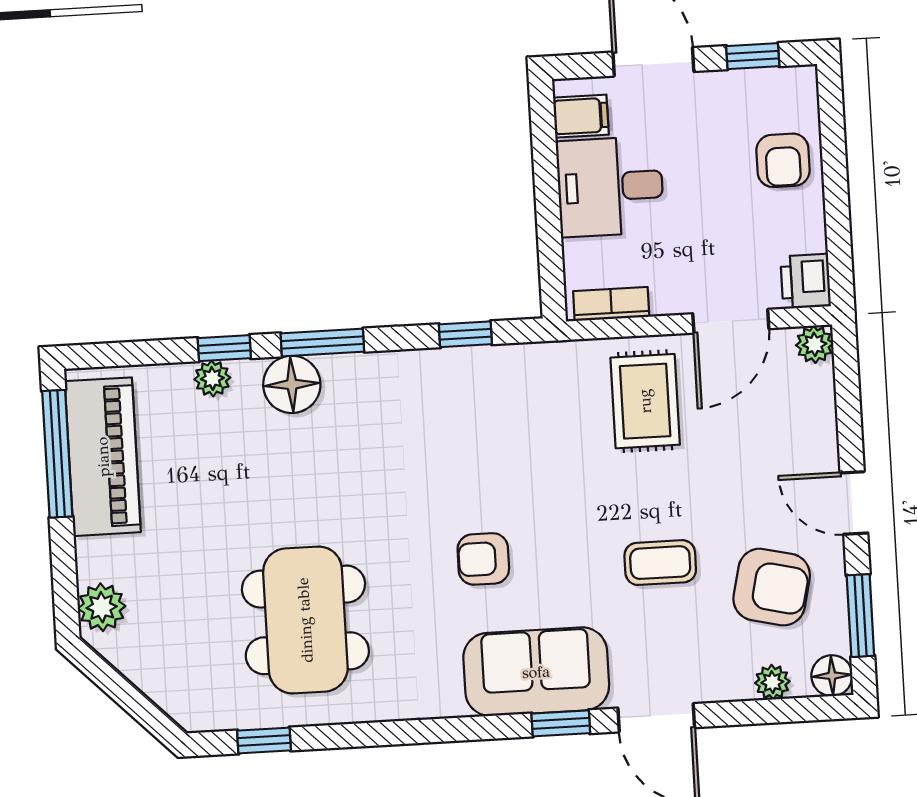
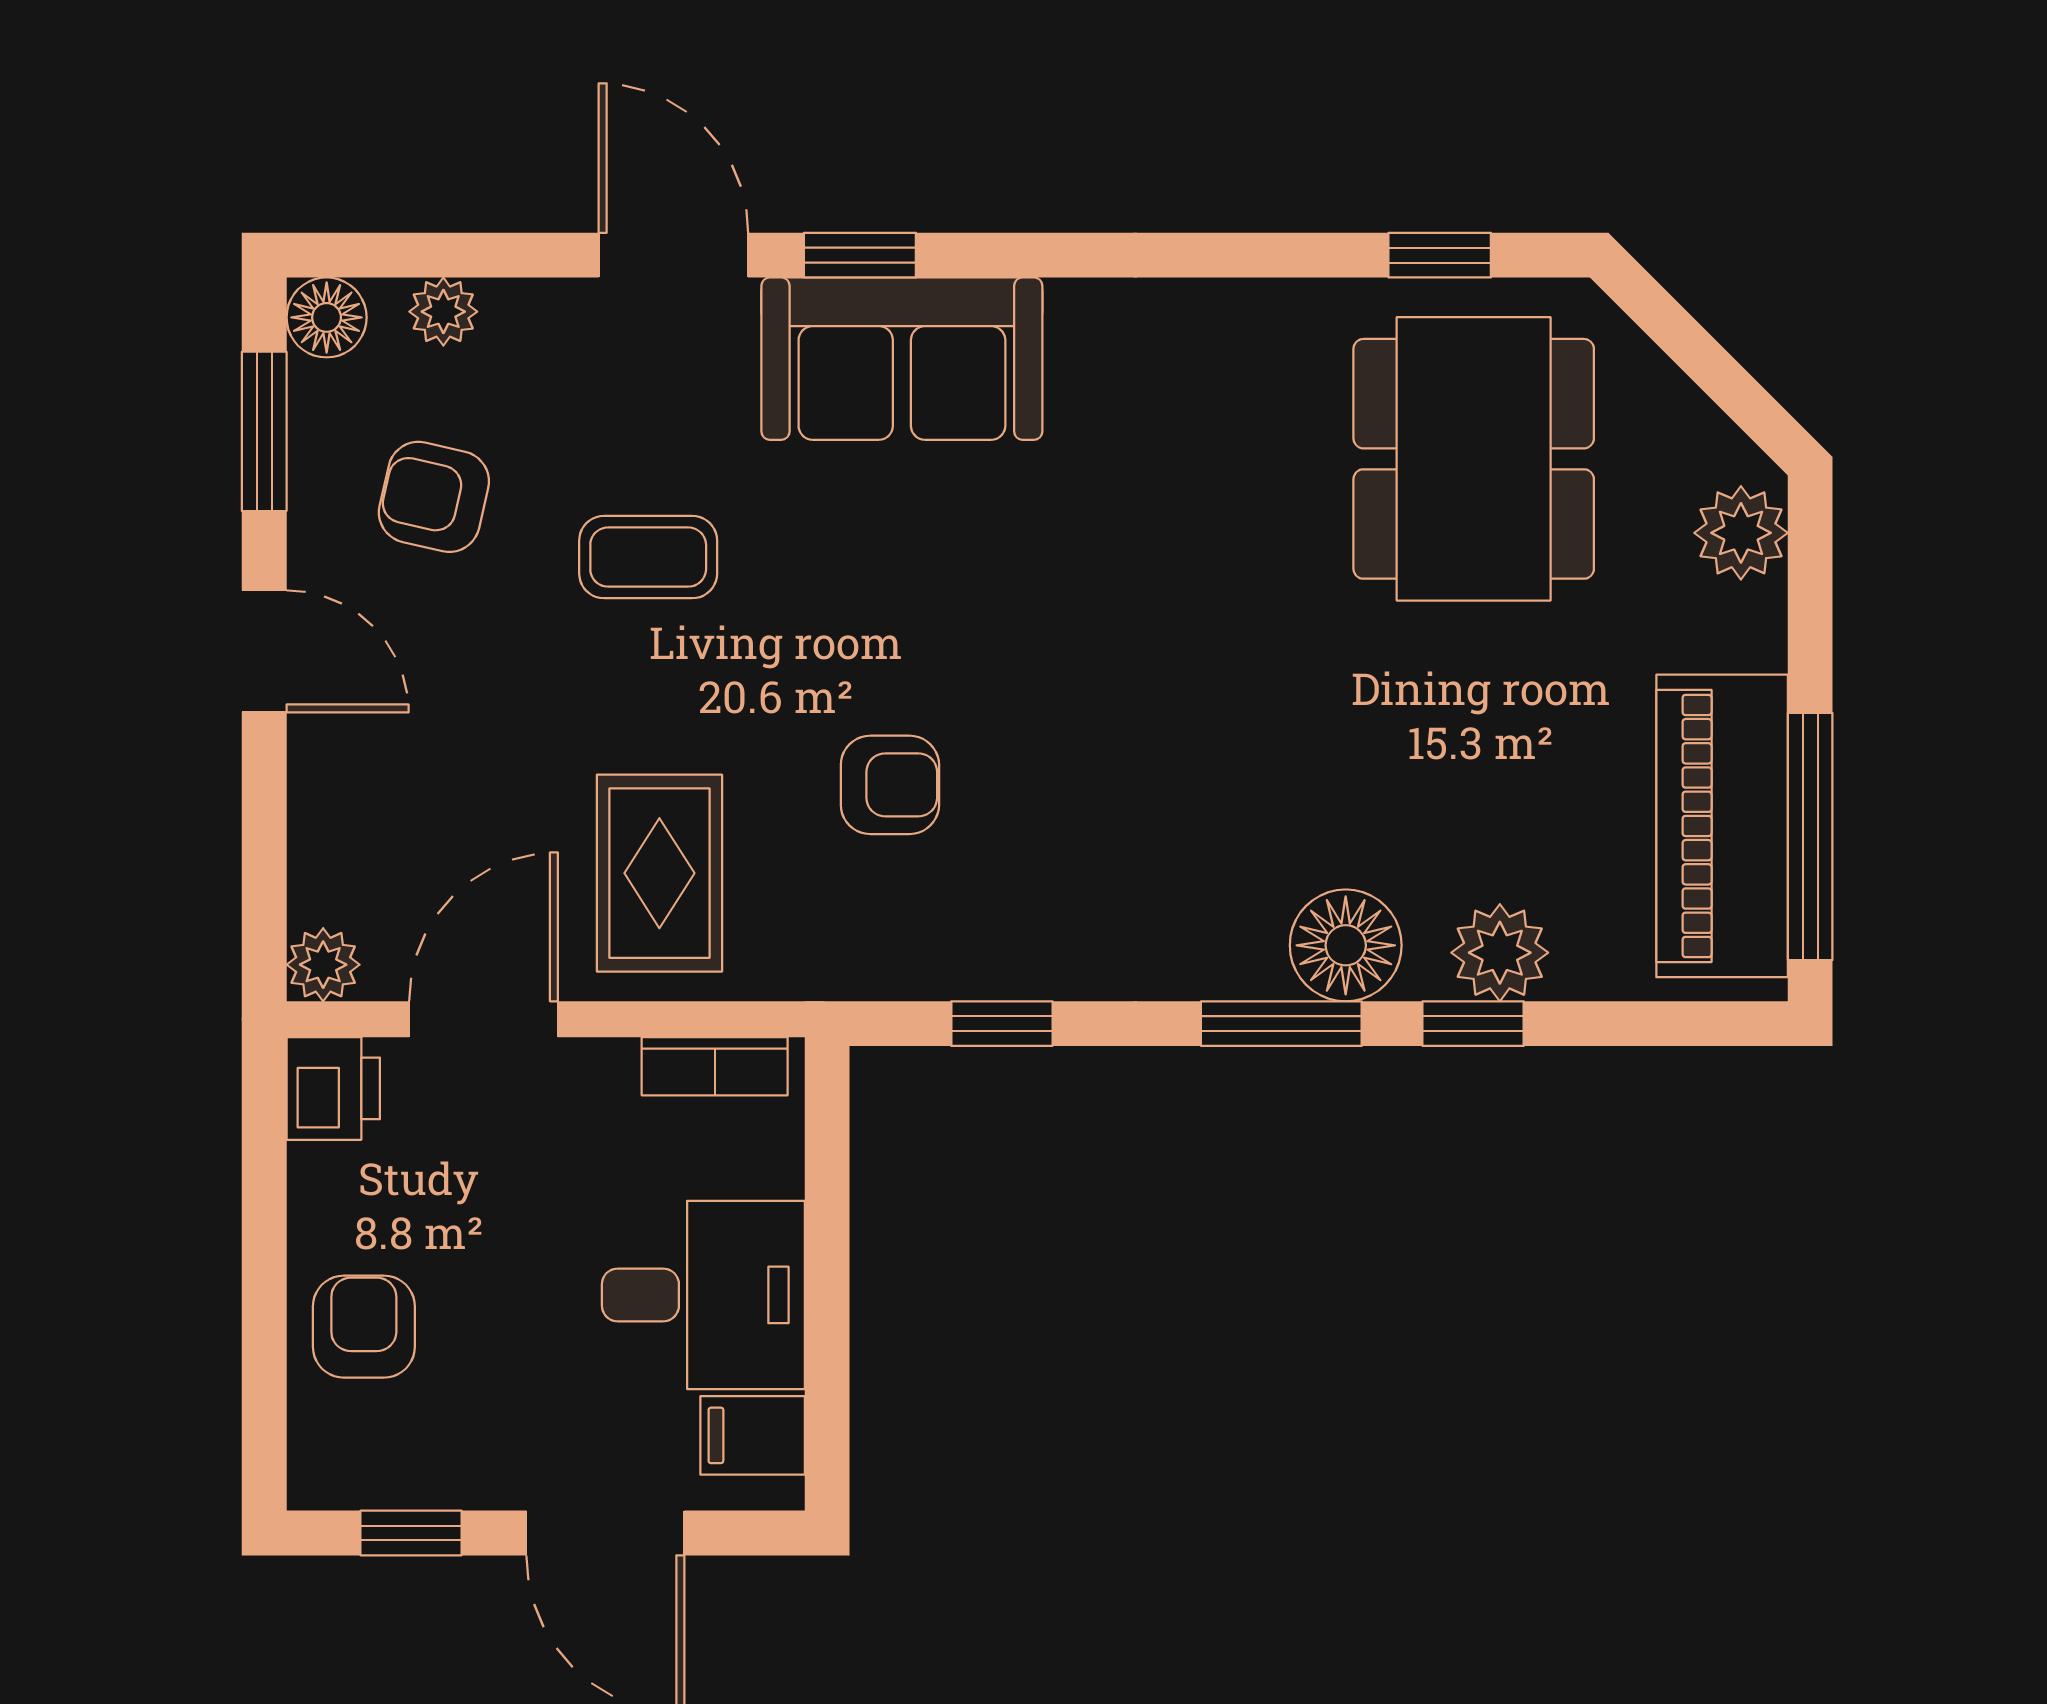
plant: (212, 378) -> (1500, 953), width x1.38, depth x1.38
armchair: (483, 559) -> (890, 785), moved
armchair: (772, 587) -> (434, 497), width x0.72, depth x0.72
dining table: (305, 620) -> (1474, 459), moved

